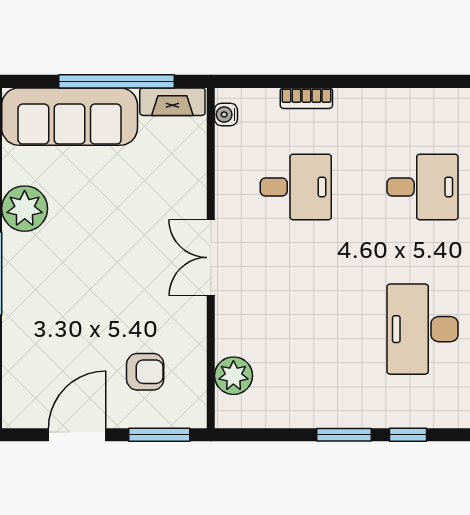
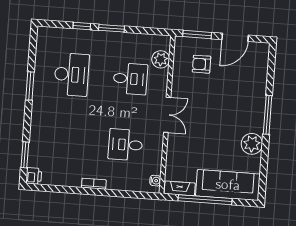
bookcase: (306, 98) -> (94, 184), moved
desk: (423, 187) -> (130, 79), moved, turned 180

